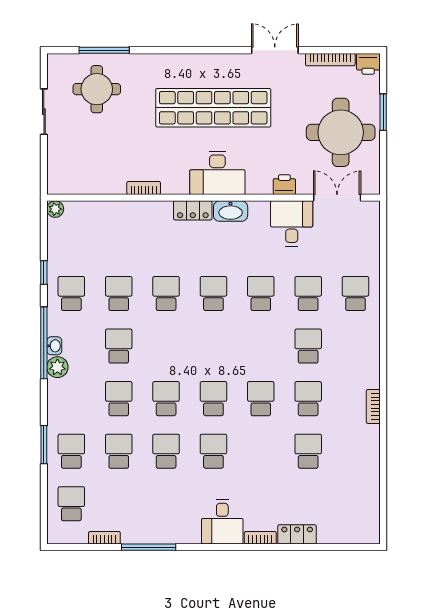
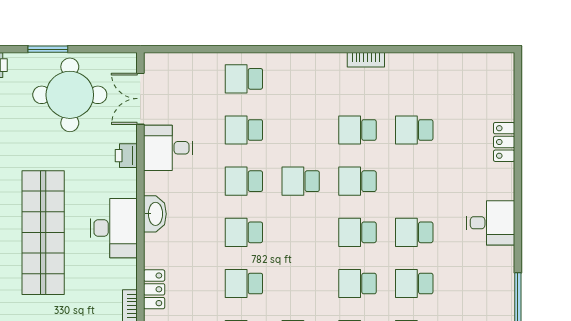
locker: (193, 210) -> (154, 289), moved
school desk: (308, 346) -> (301, 181), moved
bookcase: (260, 538) -> (508, 182), removed

